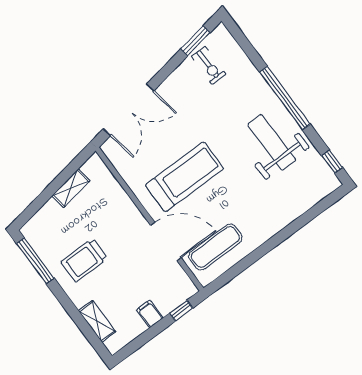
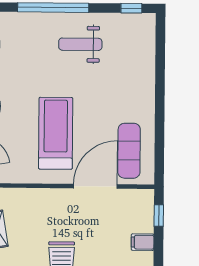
weight bench: (272, 142) -> (80, 44), width x0.73, depth x0.75

